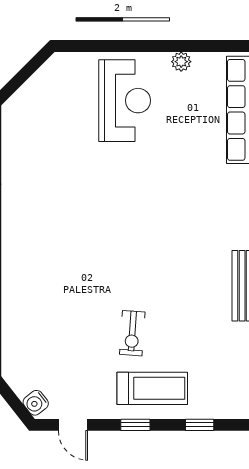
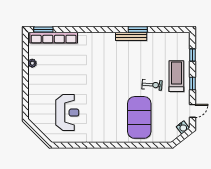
reception desk: (125, 101) -> (67, 113), moved, turned 90
exercise mat: (58, 304) -> (139, 117), added

